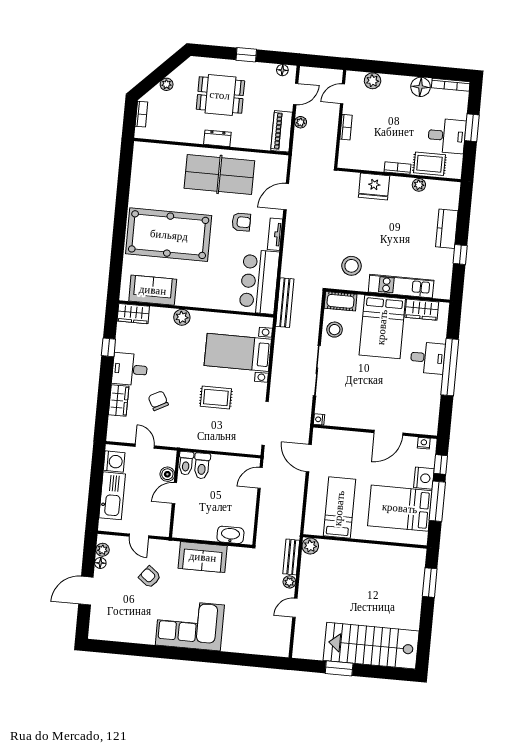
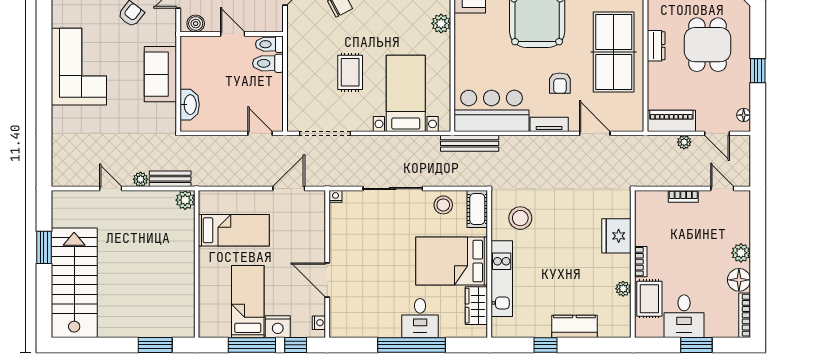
plant: (373, 81) -> (741, 253), moved
boiler: (167, 474) -> (196, 24), moved
bed: (400, 508) -> (248, 302), width x0.67

